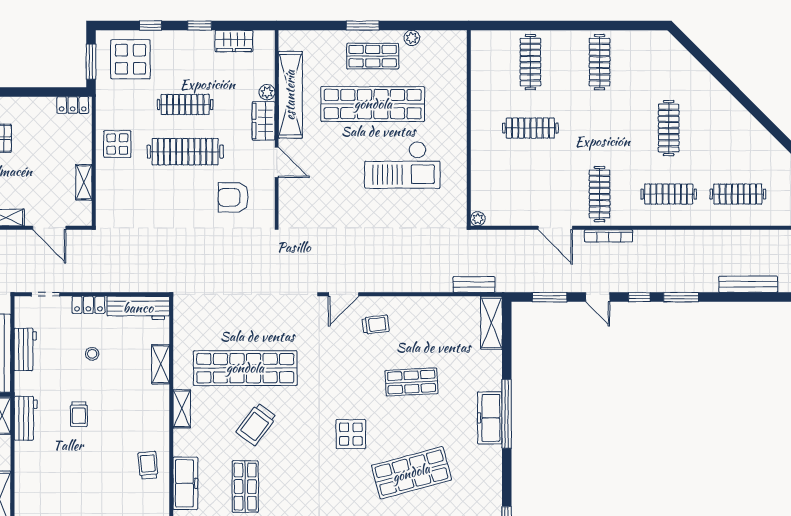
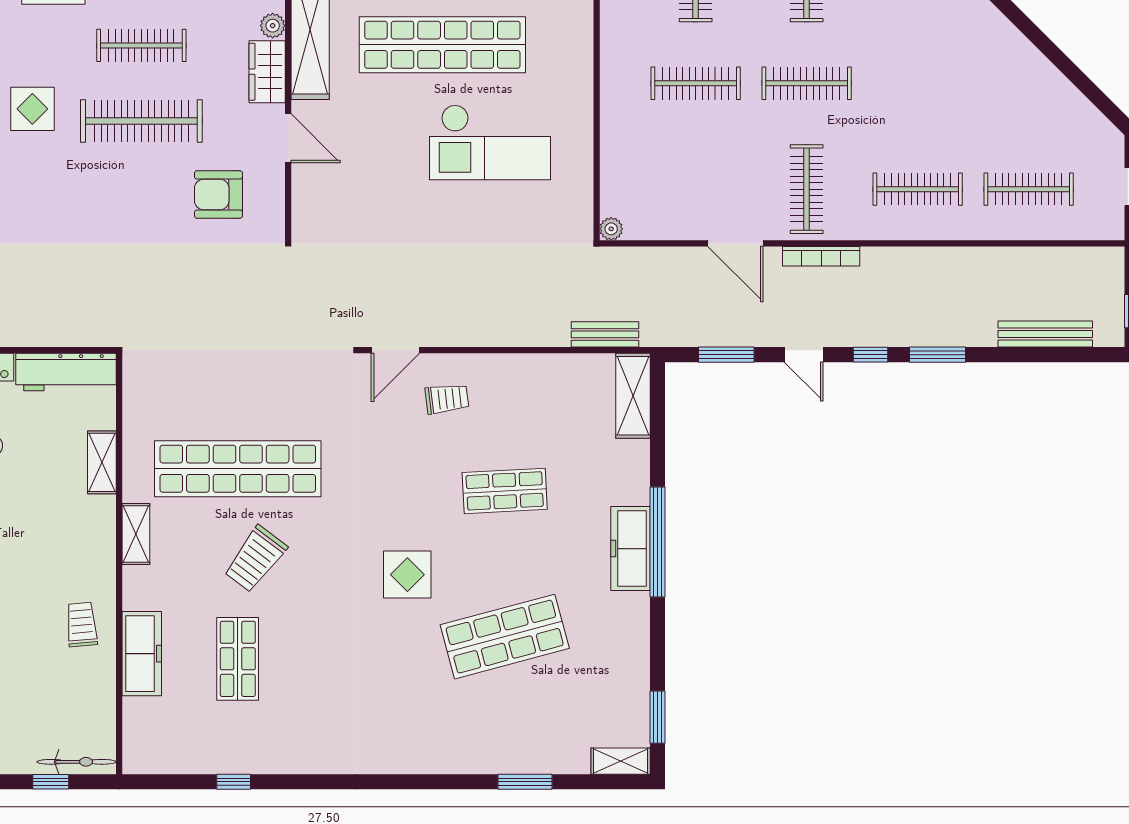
clothes rail: (669, 128) -> (807, 83), moved, turned 90

